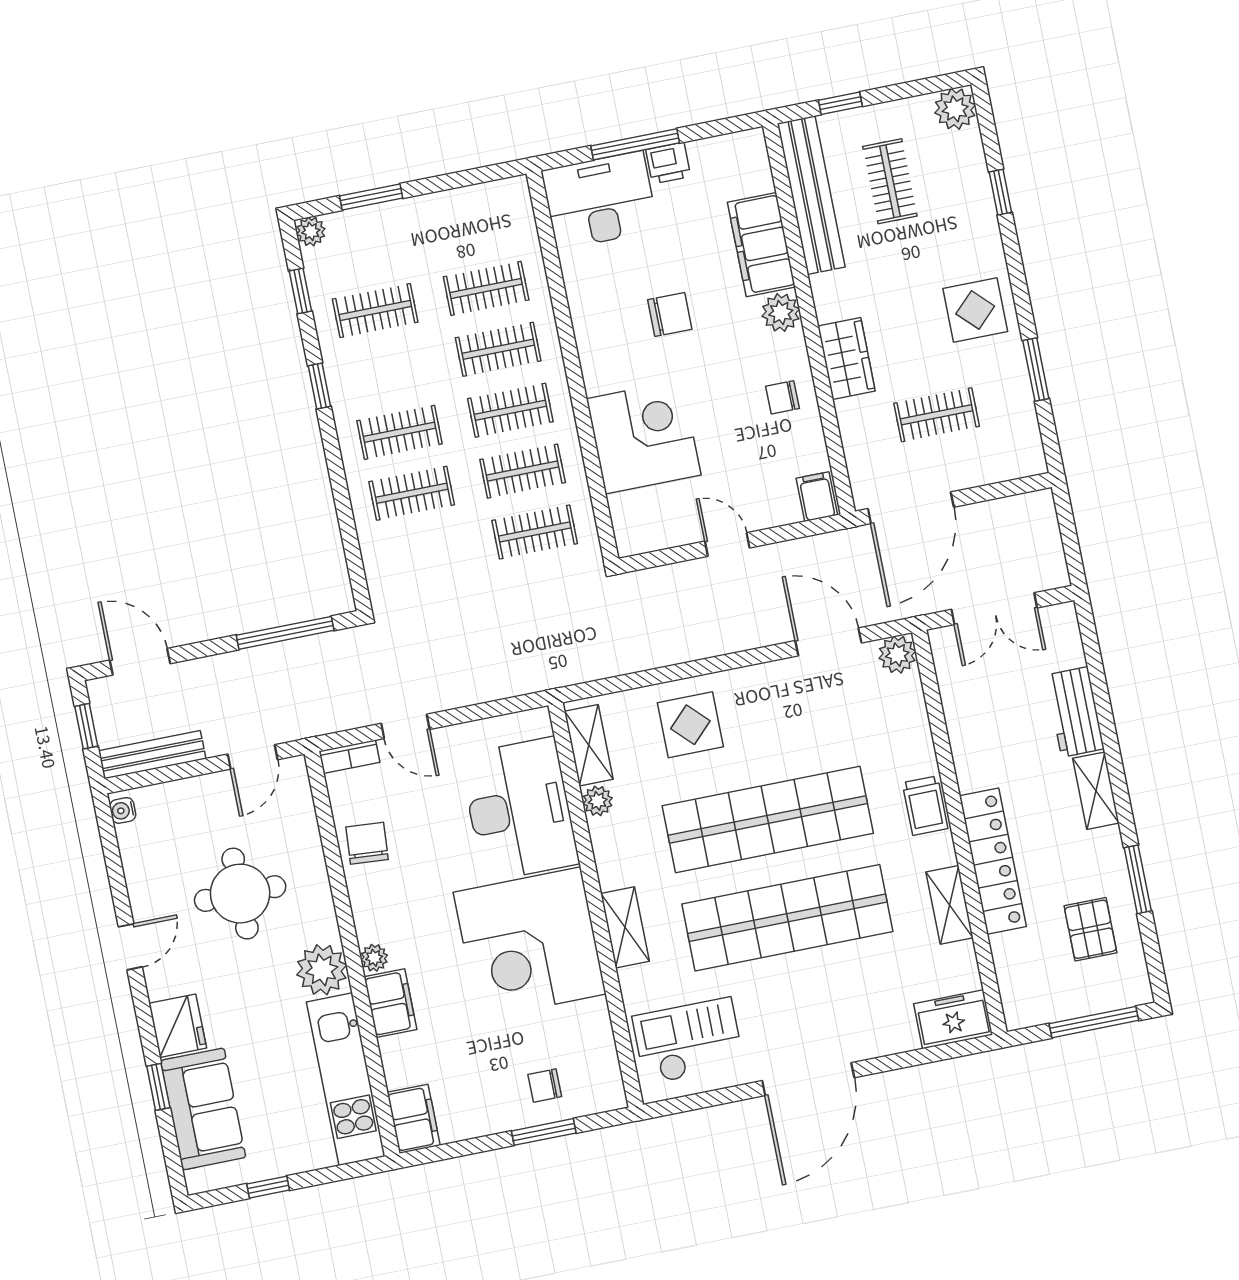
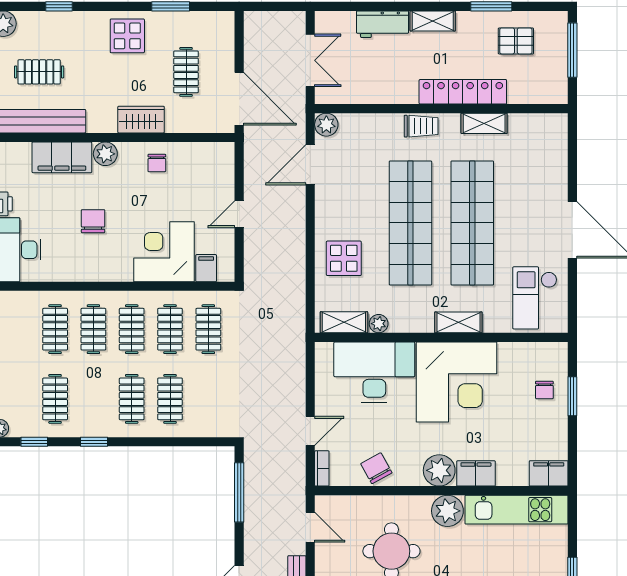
filing cabinet: (817, 497) -> (206, 268), moved, turned 90
chair: (367, 843) -> (376, 468), turned 57
plant: (374, 958) -> (439, 470), width x1.88, depth x1.88
freezer: (953, 1019) -> (554, 135), removed

